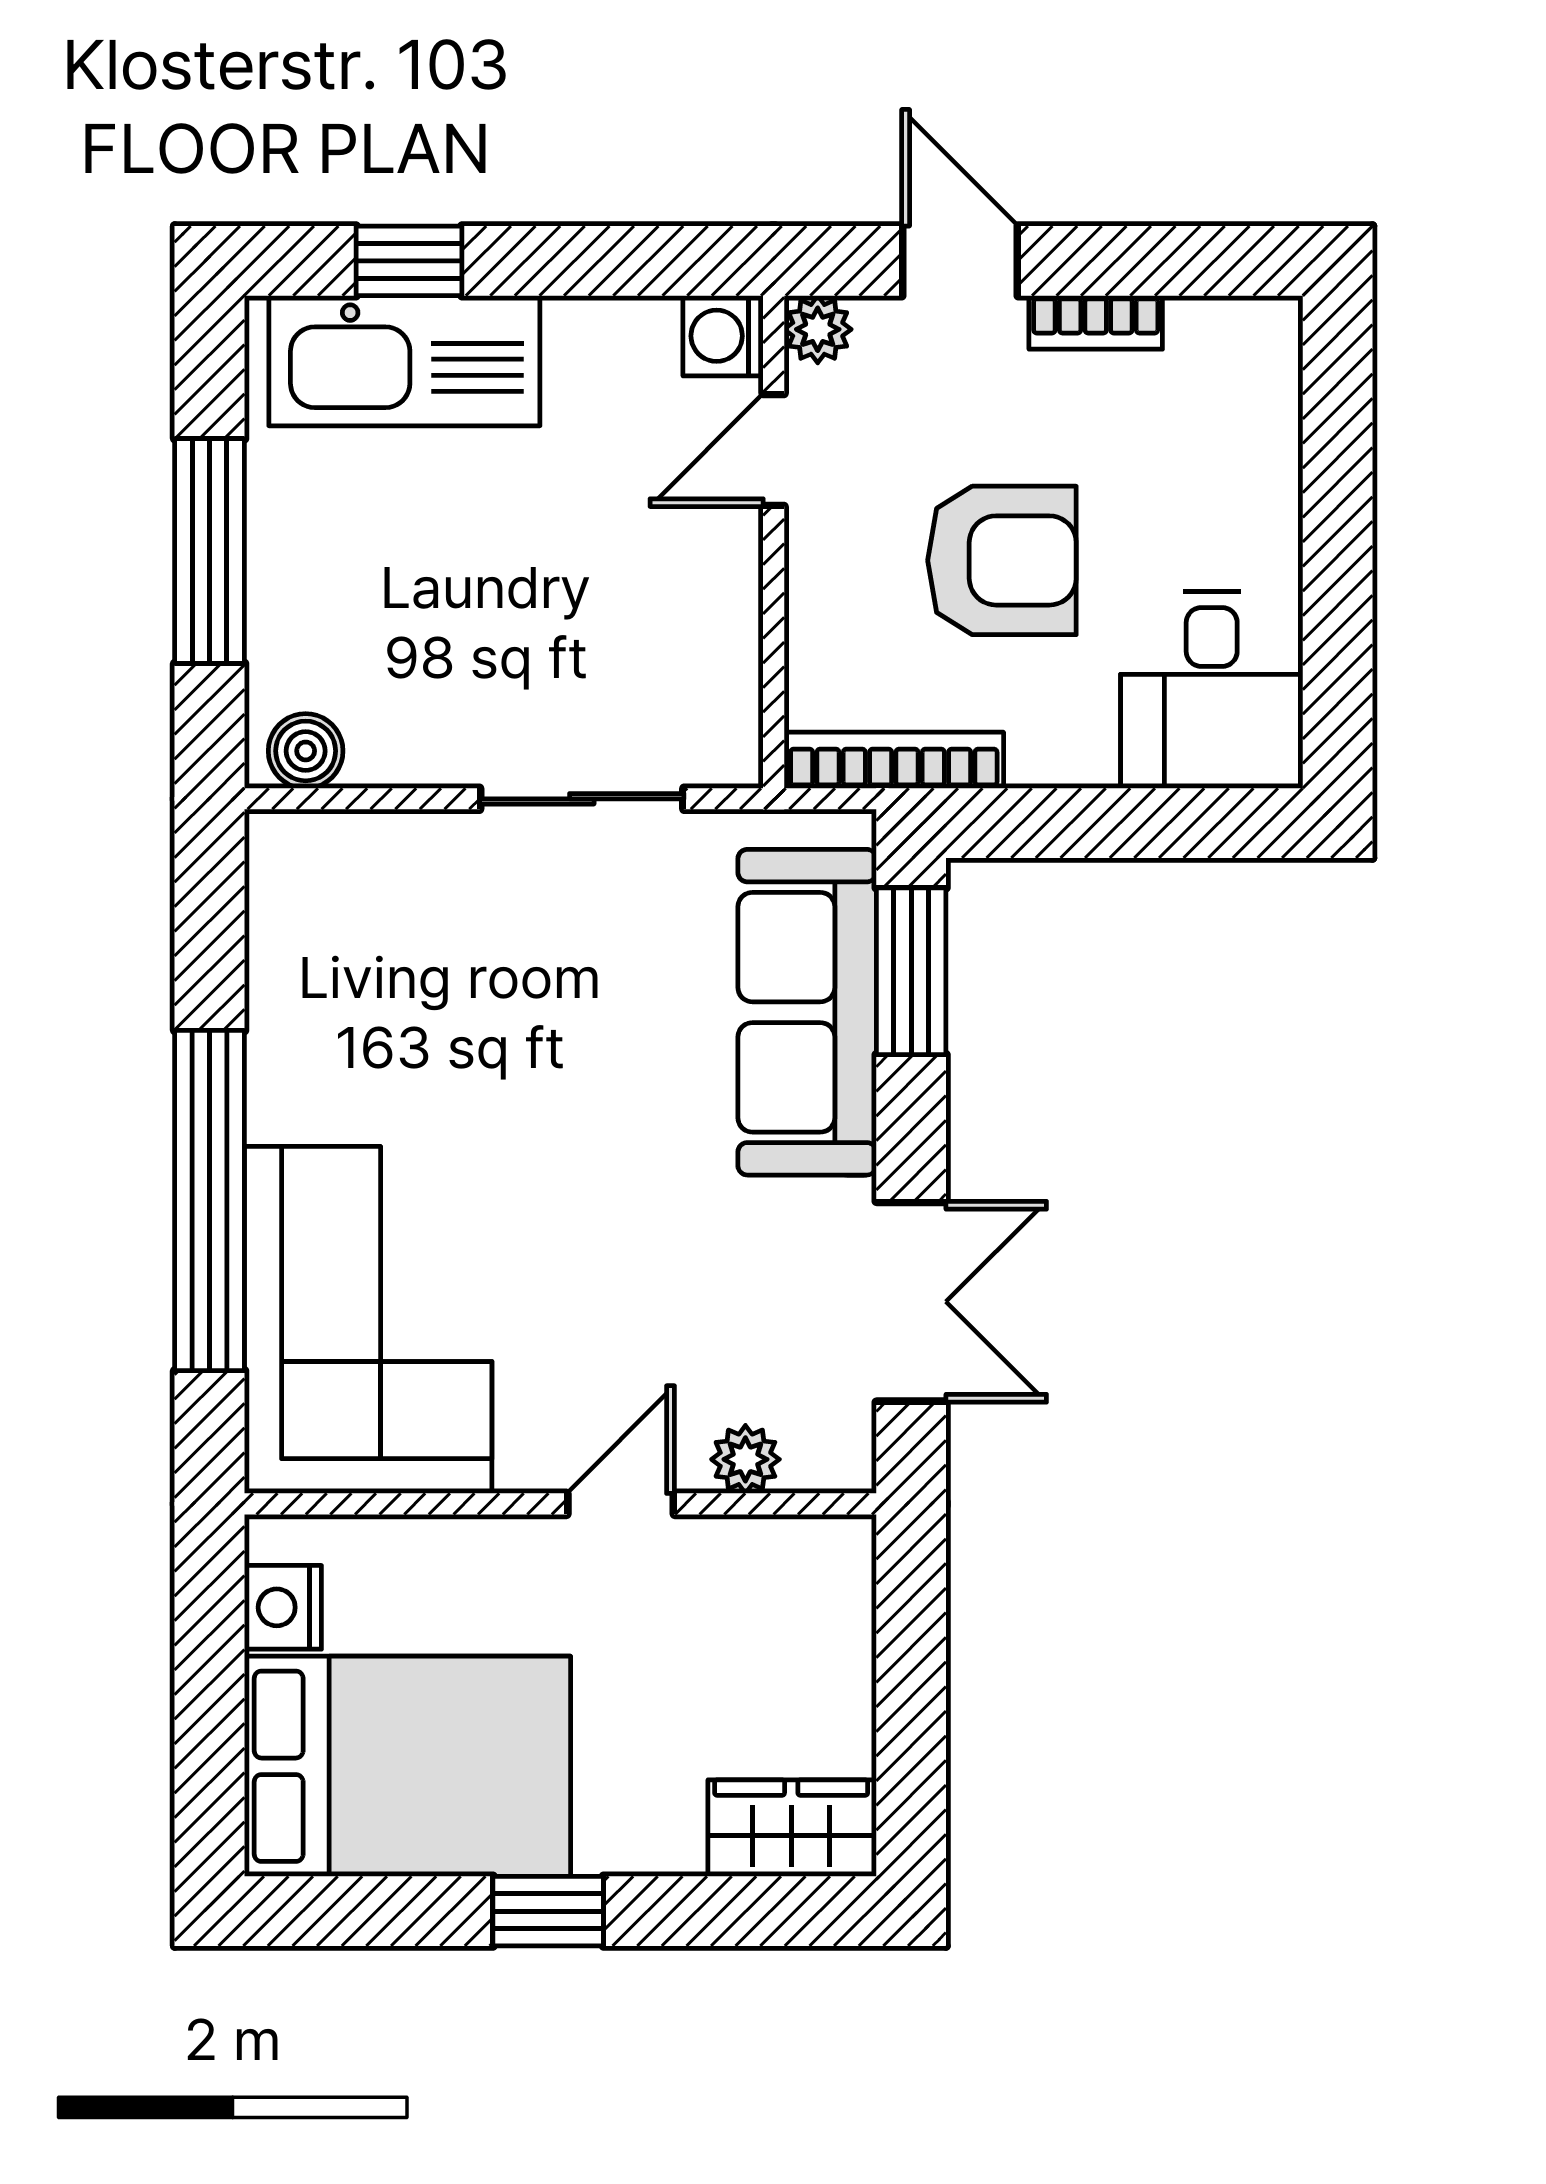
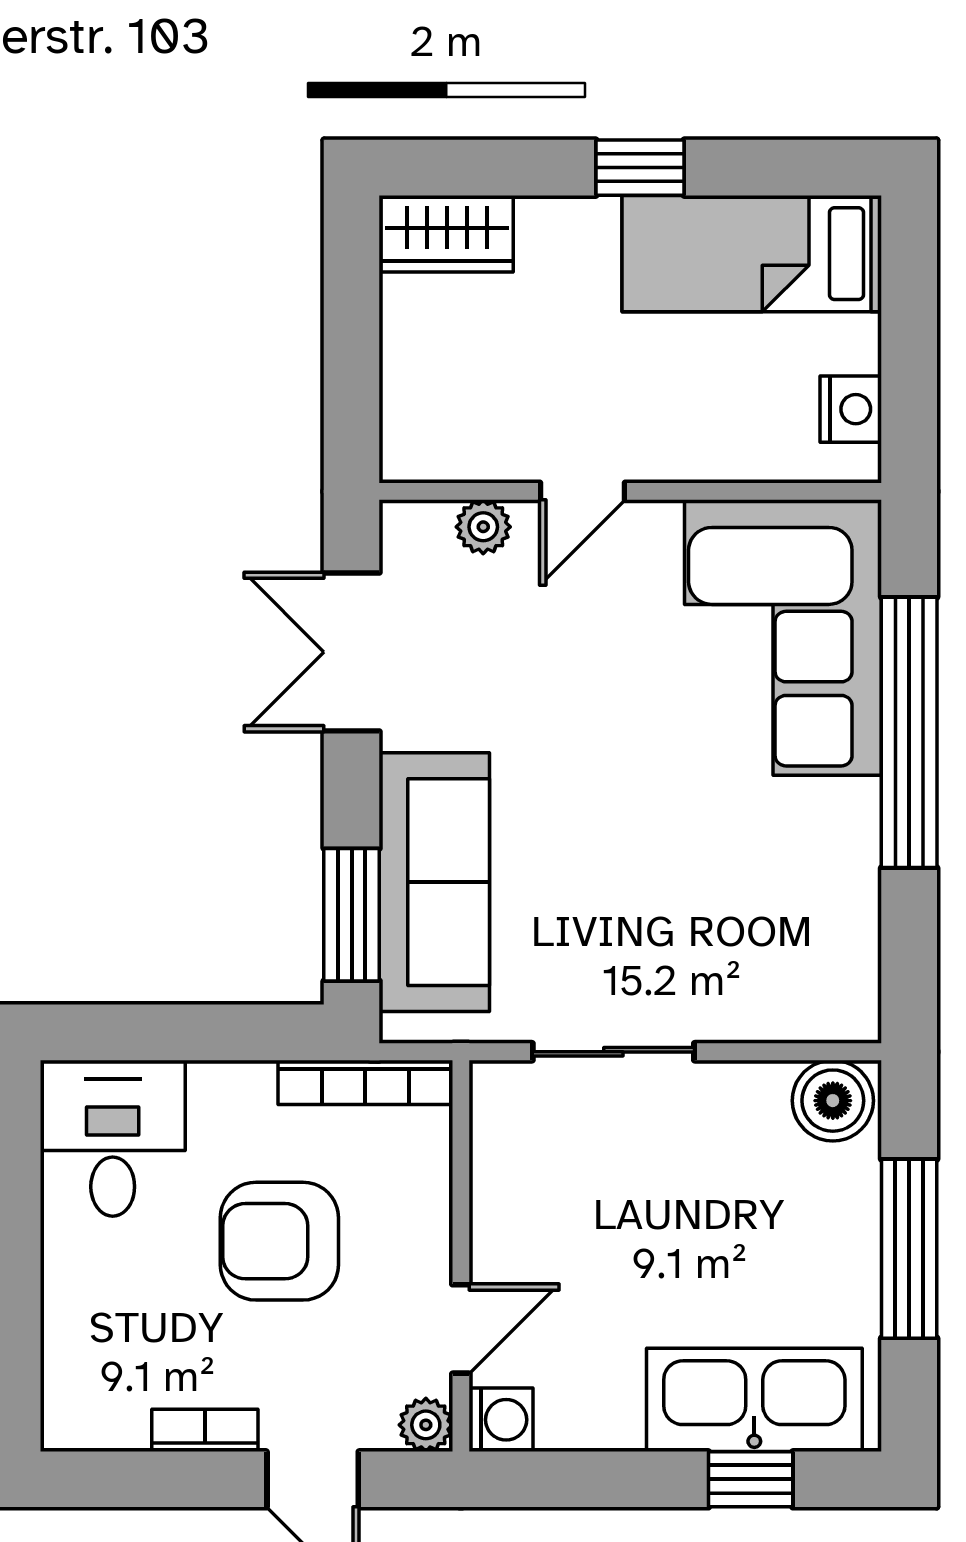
boiler: (306, 751) -> (833, 1101), width x1.36, depth x1.36
bed: (407, 1766) -> (752, 254), width x0.67

